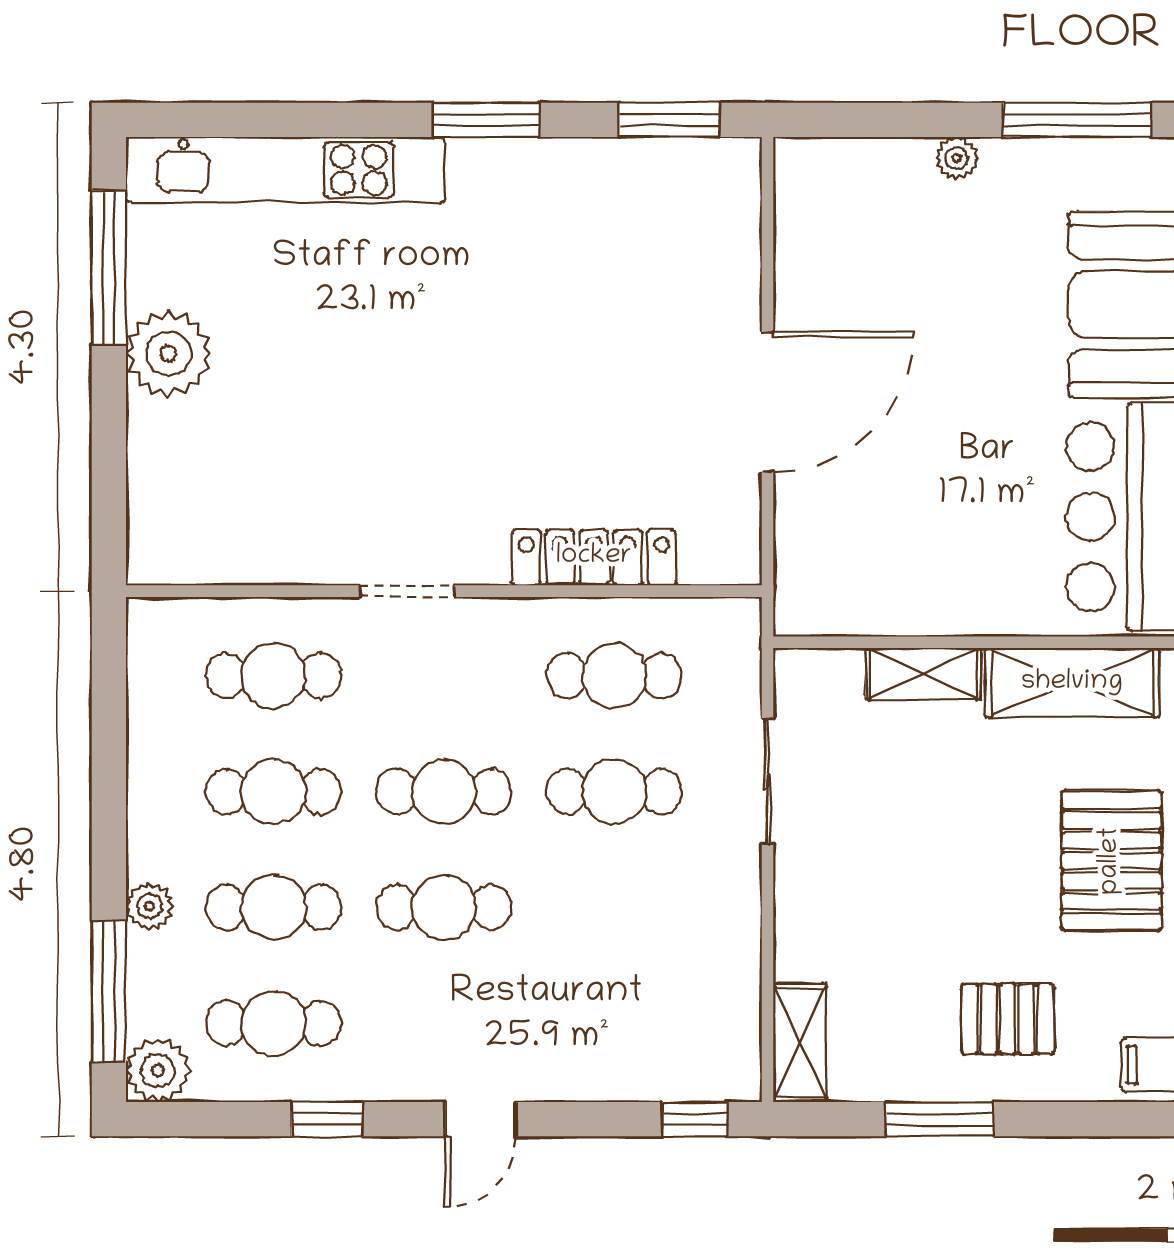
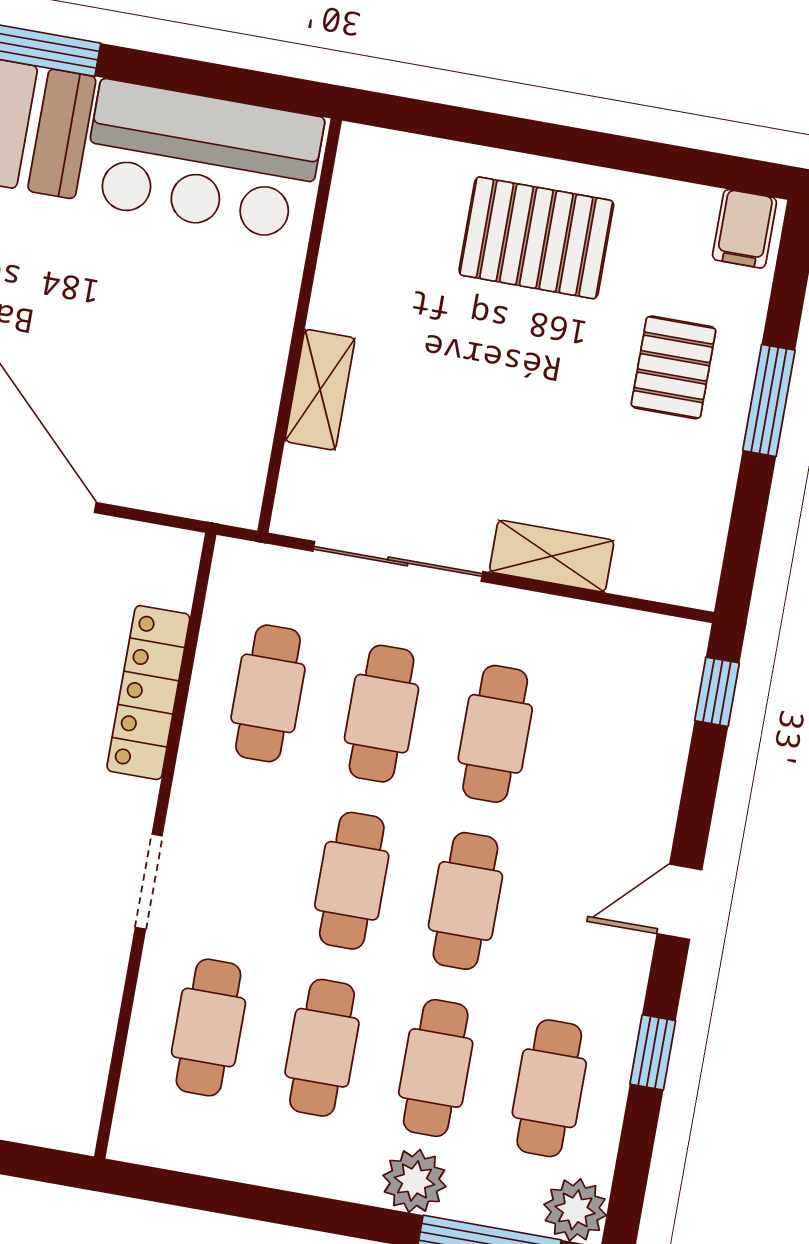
shelving: (1072, 683) -> (355, 245), removed
sliding door: (767, 781) -> (398, 561), width x1.37
plant: (149, 906) -> (414, 1181), width x1.38, depth x1.38
cafe table: (614, 907) -> (495, 734), added
shelving: (800, 1043) -> (552, 556), moved
door: (481, 1119) -> (680, 902), swing flipped
window: (940, 1119) -> (769, 400), moved

